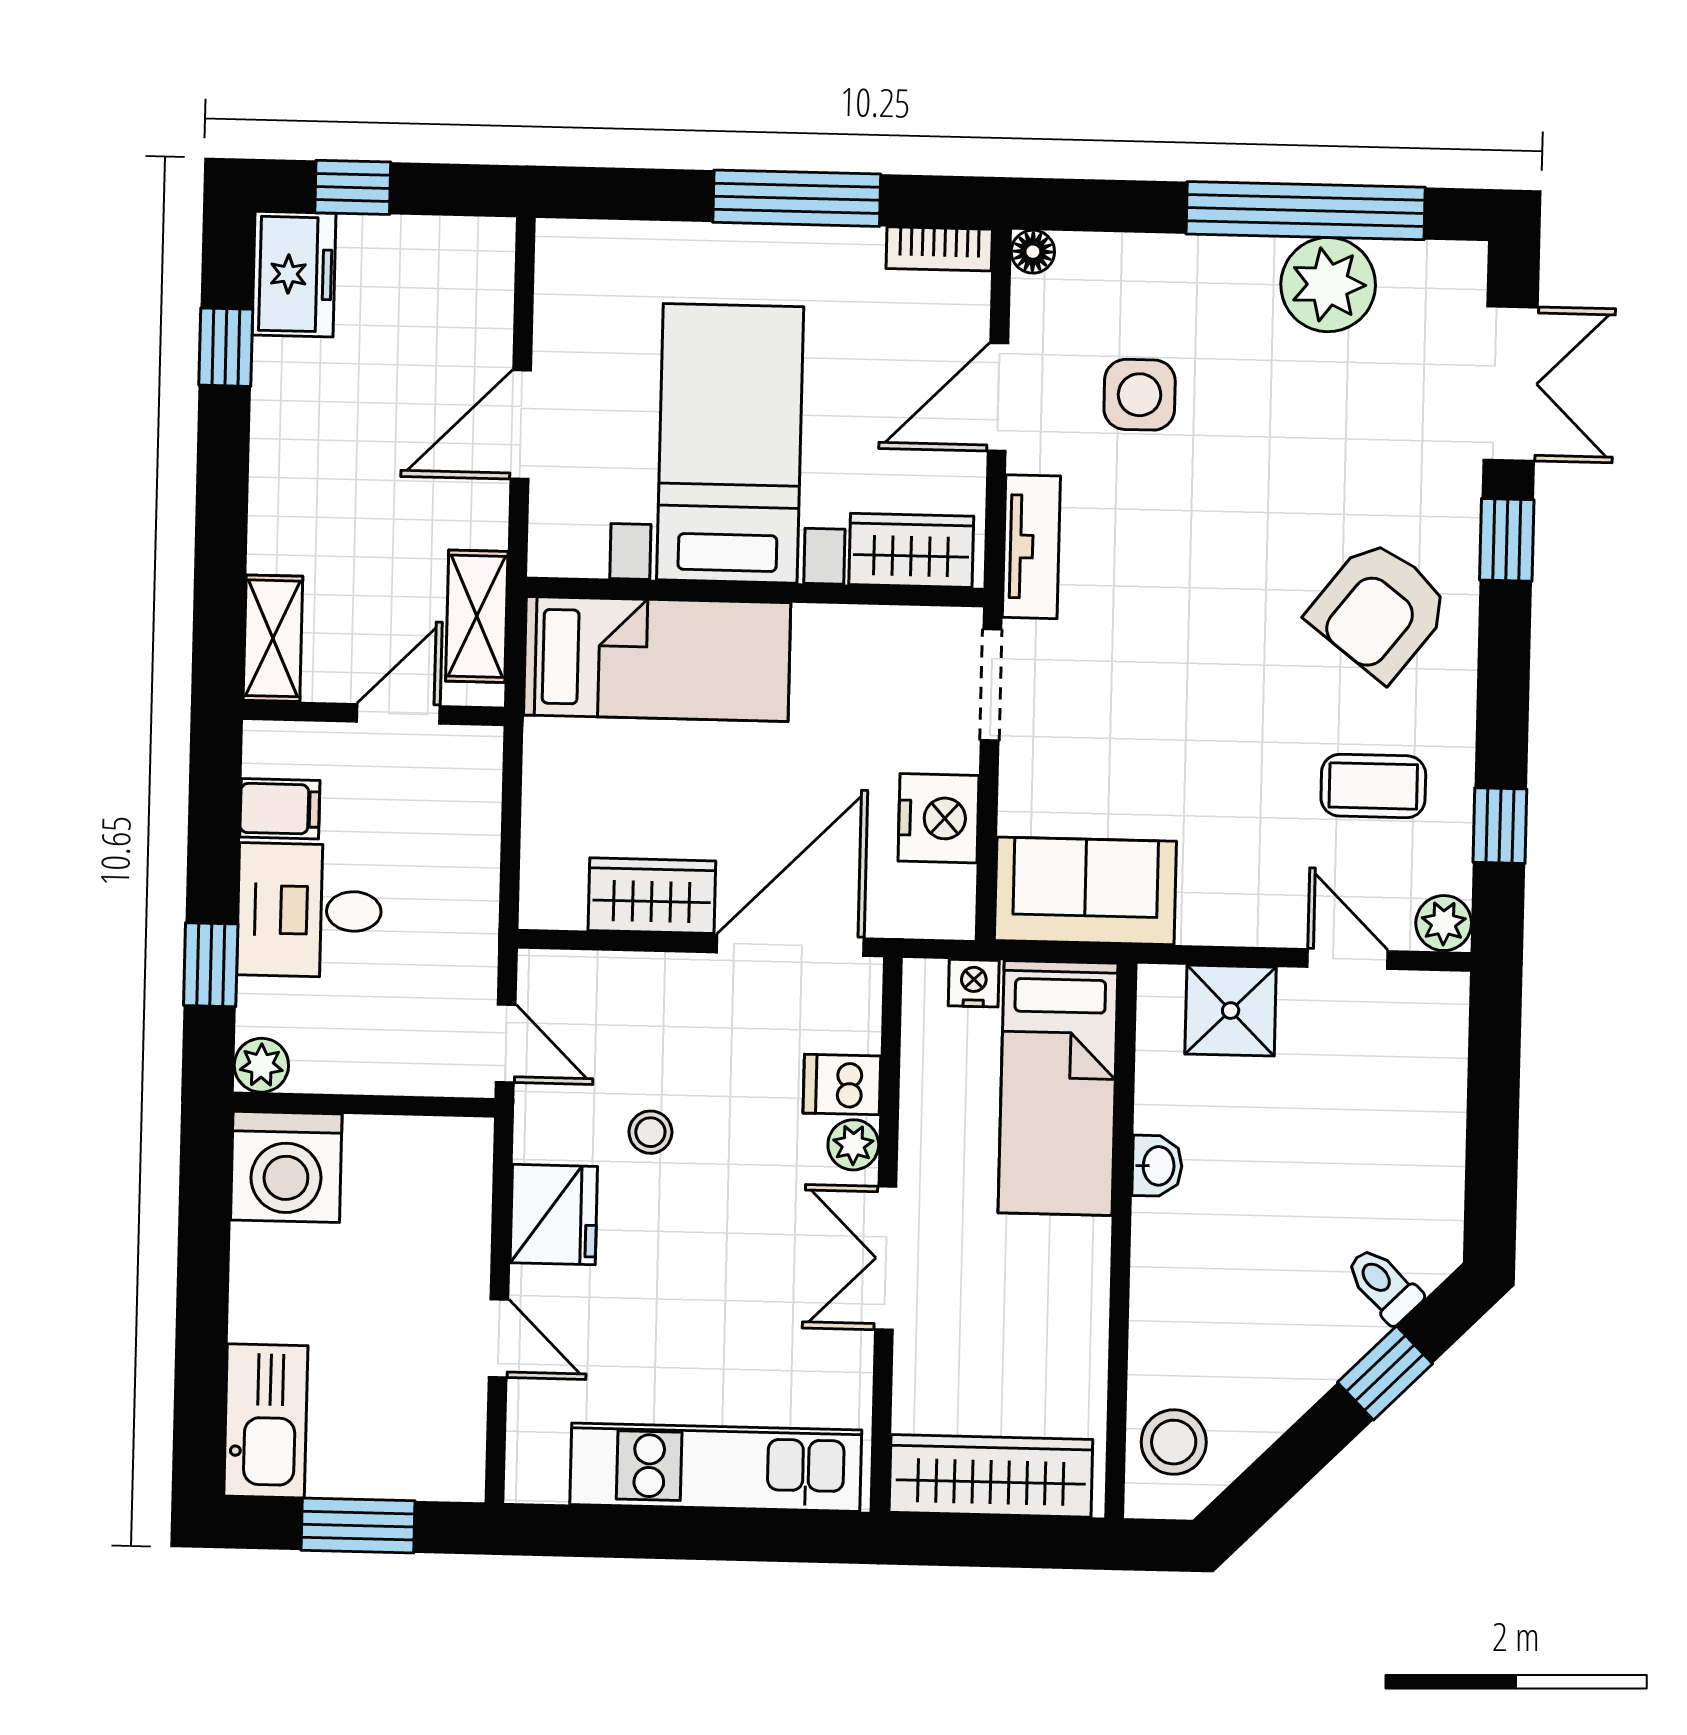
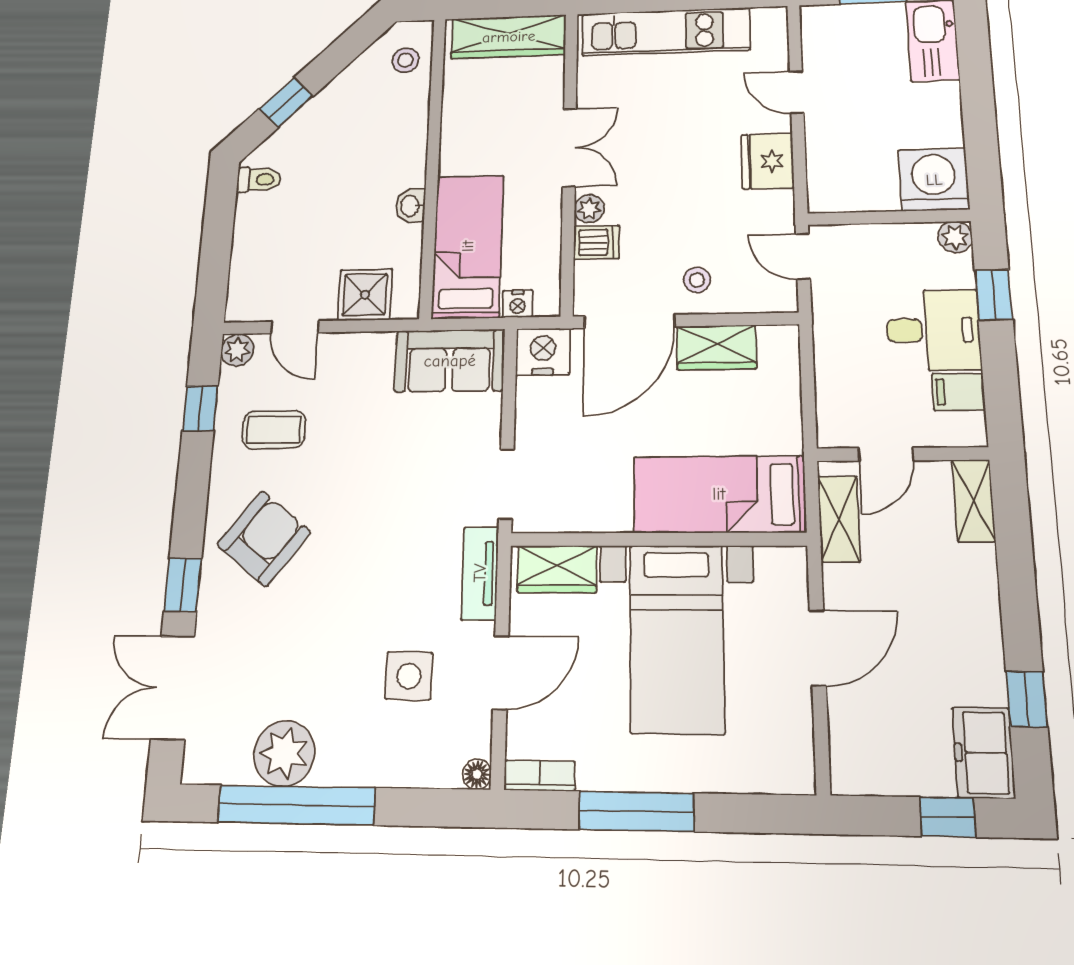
nightstand: (939, 818) -> (543, 352), moved, turned 90
stool: (650, 1132) -> (697, 280), moved
toilet: (1384, 1285) -> (259, 180), moved, turned -45
stool: (1174, 1442) -> (405, 60), width x0.73, depth x0.73

